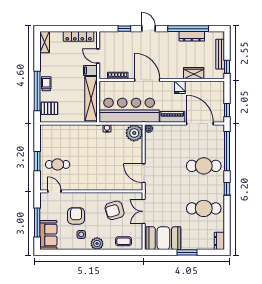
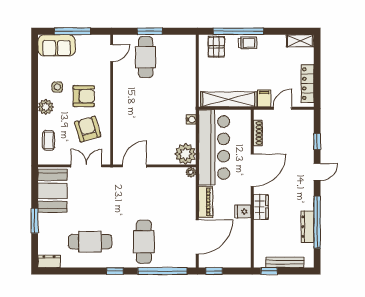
wardrobe: (194, 73) -> (261, 207), moved
cafe table: (58, 164) -> (146, 57), width x1.37, depth x1.35
cafe table: (204, 208) -> (90, 242), turned 90
armchair: (76, 216) -> (84, 96), moved

